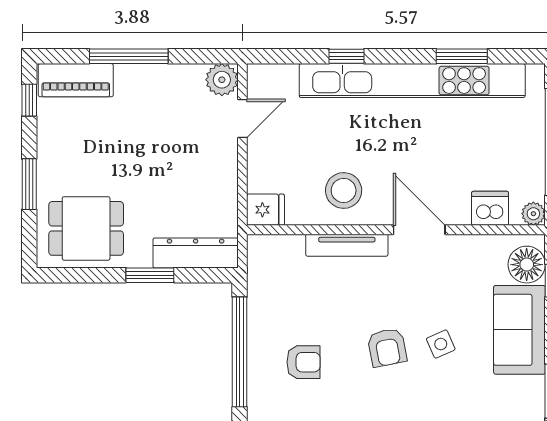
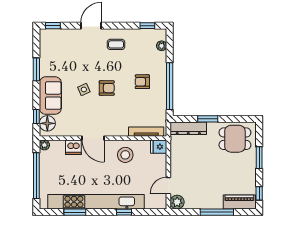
dishwasher: (490, 208) -> (73, 147), moved
tv unit: (347, 245) -> (146, 132), moved
armchair: (387, 347) -> (107, 88), turned 101

